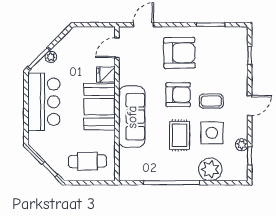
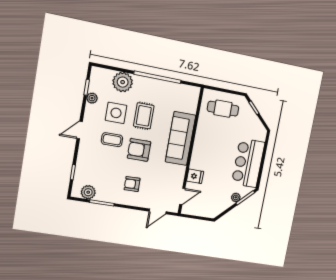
plant: (228, 35) -> (88, 192), added
armchair: (179, 53) -> (132, 184), width x0.53, depth x0.53
booth: (100, 107) -> (205, 151), removed

